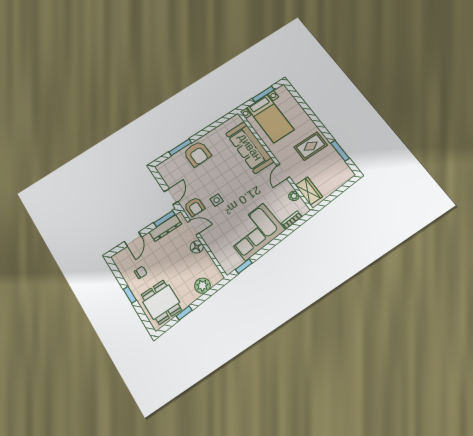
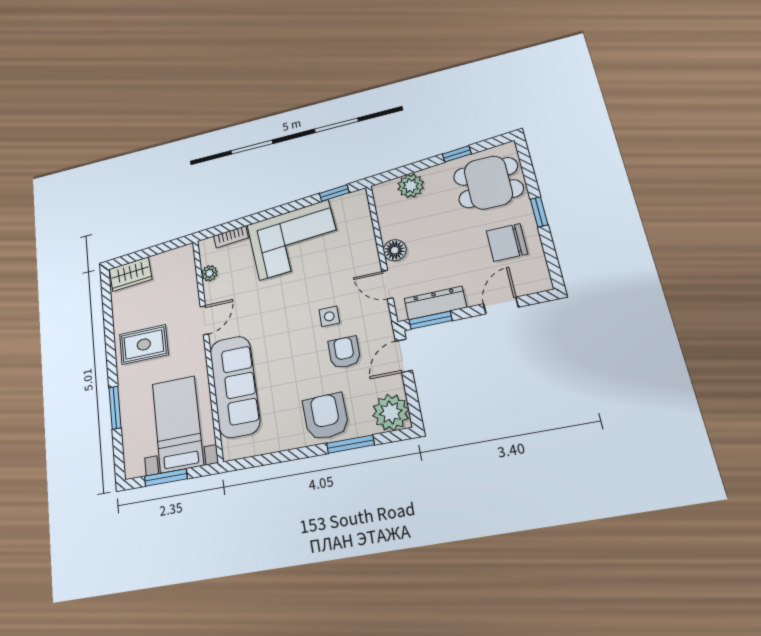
window: (340, 151) -> (115, 408), moved
plant: (167, 169) -> (391, 412), added
wardrobe: (309, 191) -> (131, 274), moved, turned -94
armchair: (194, 207) -> (344, 352), moved
chair: (141, 272) -> (507, 242), width x1.87, depth x1.87
dining table: (161, 302) -> (488, 183), turned 90

